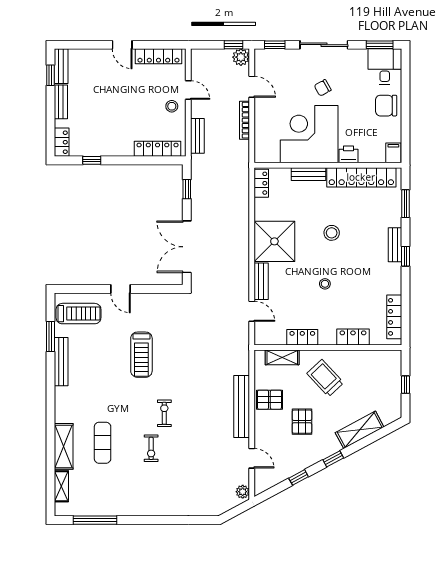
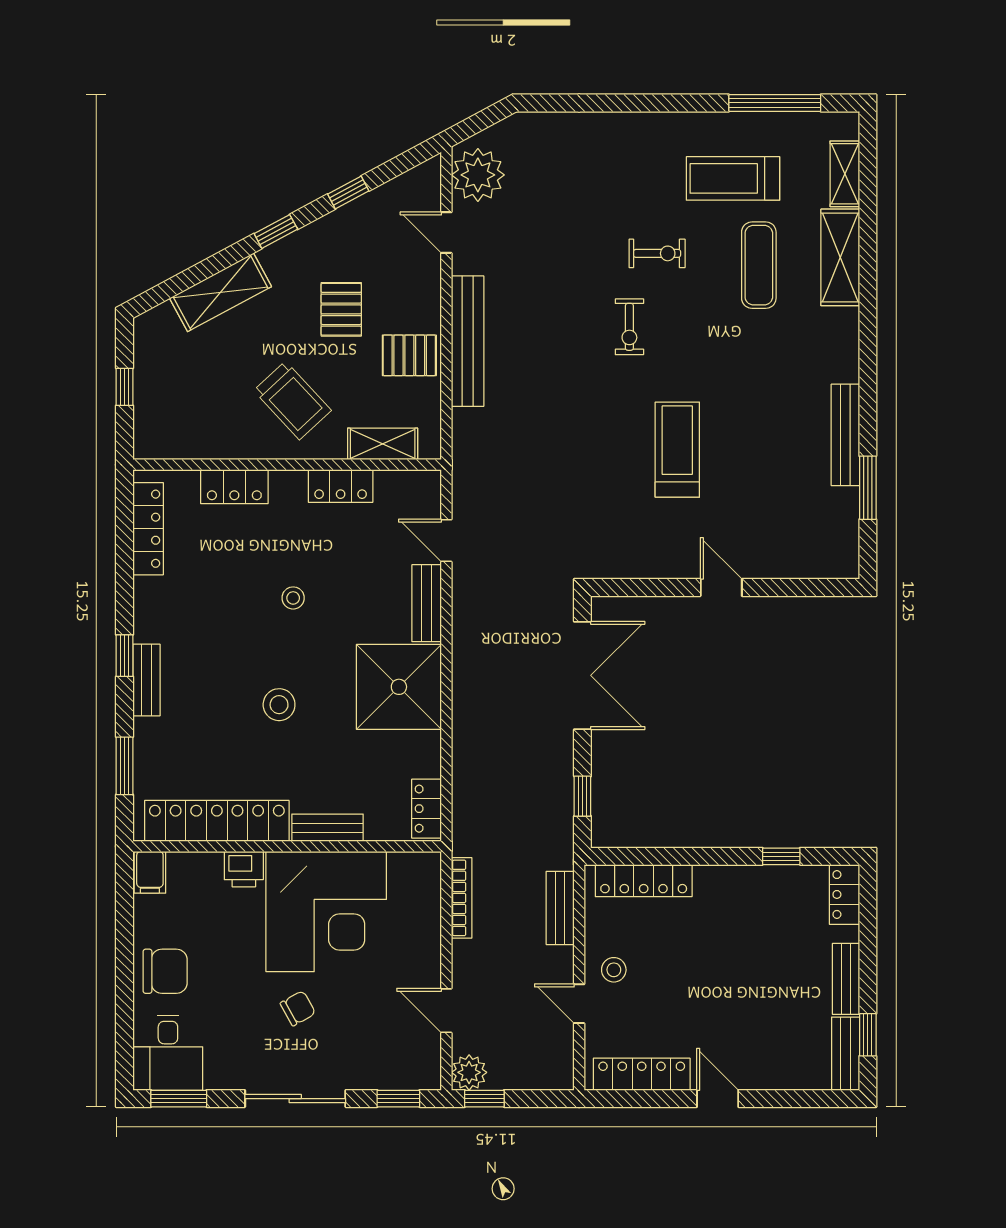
bookcase: (244, 120) -> (462, 898), moved
treadmill: (79, 314) -> (733, 178), moved
exercise bike: (151, 448) -> (657, 253), turned 90
plant: (243, 492) -> (478, 175), width x1.87, depth x1.87

